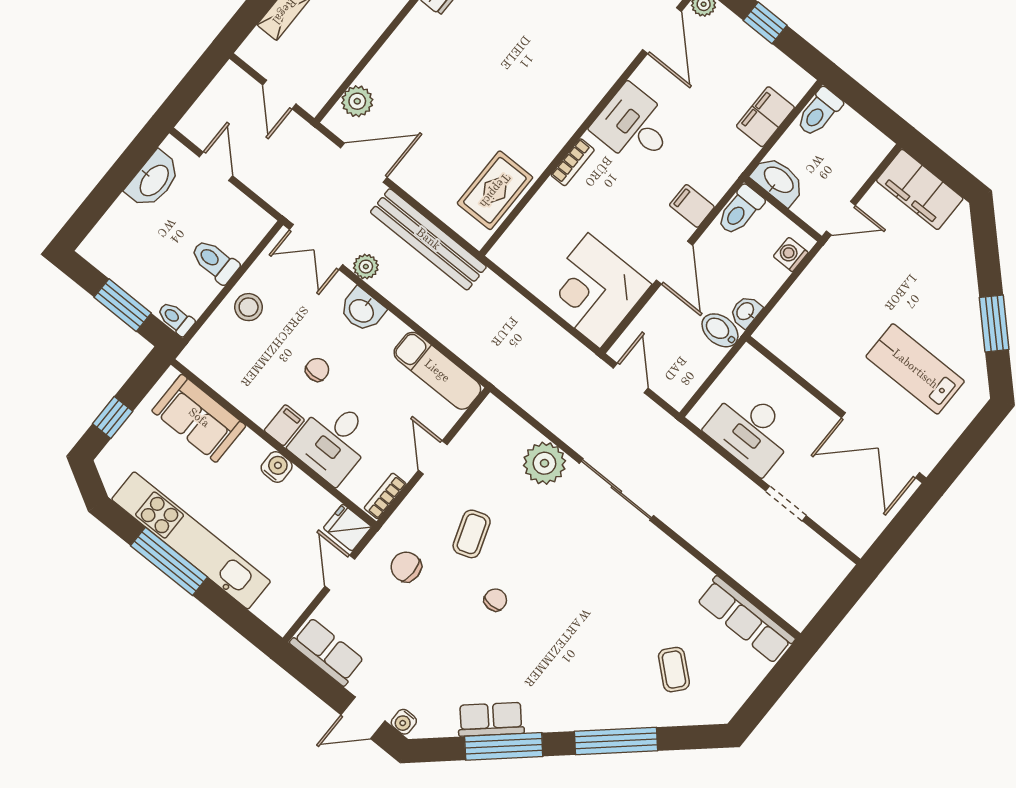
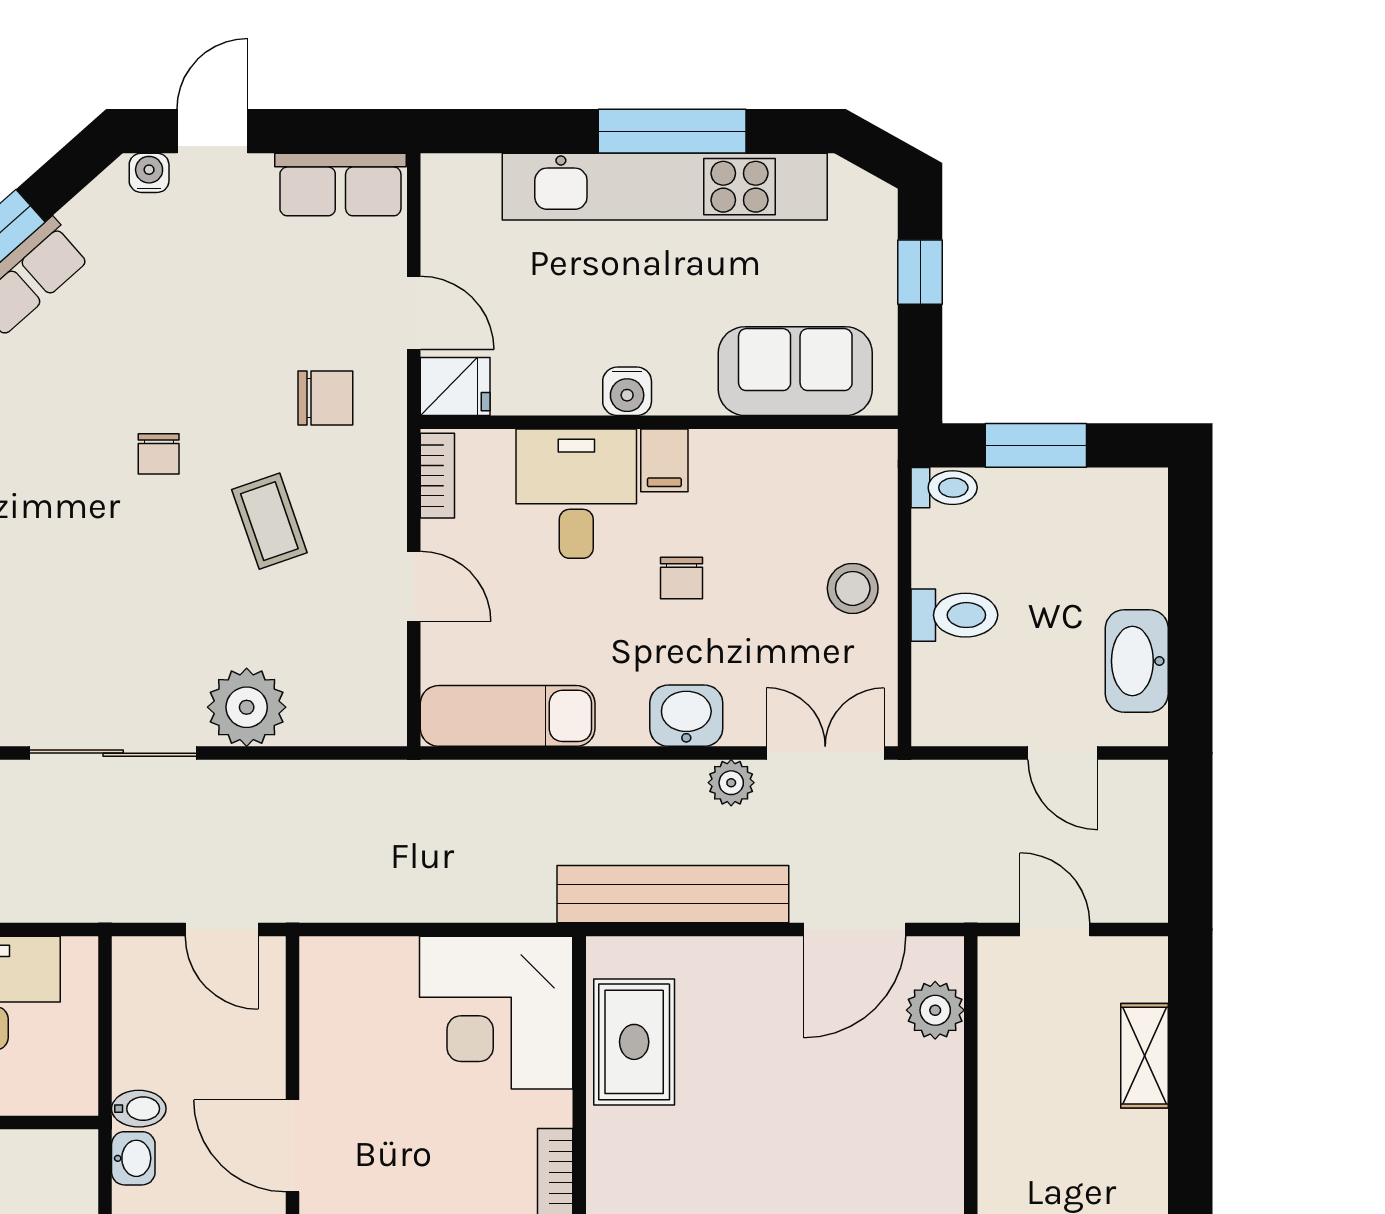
corner desk: (594, 291) -> (496, 1013), moved, turned 180
bidet: (720, 330) -> (139, 1109), width x0.72, depth x0.74

